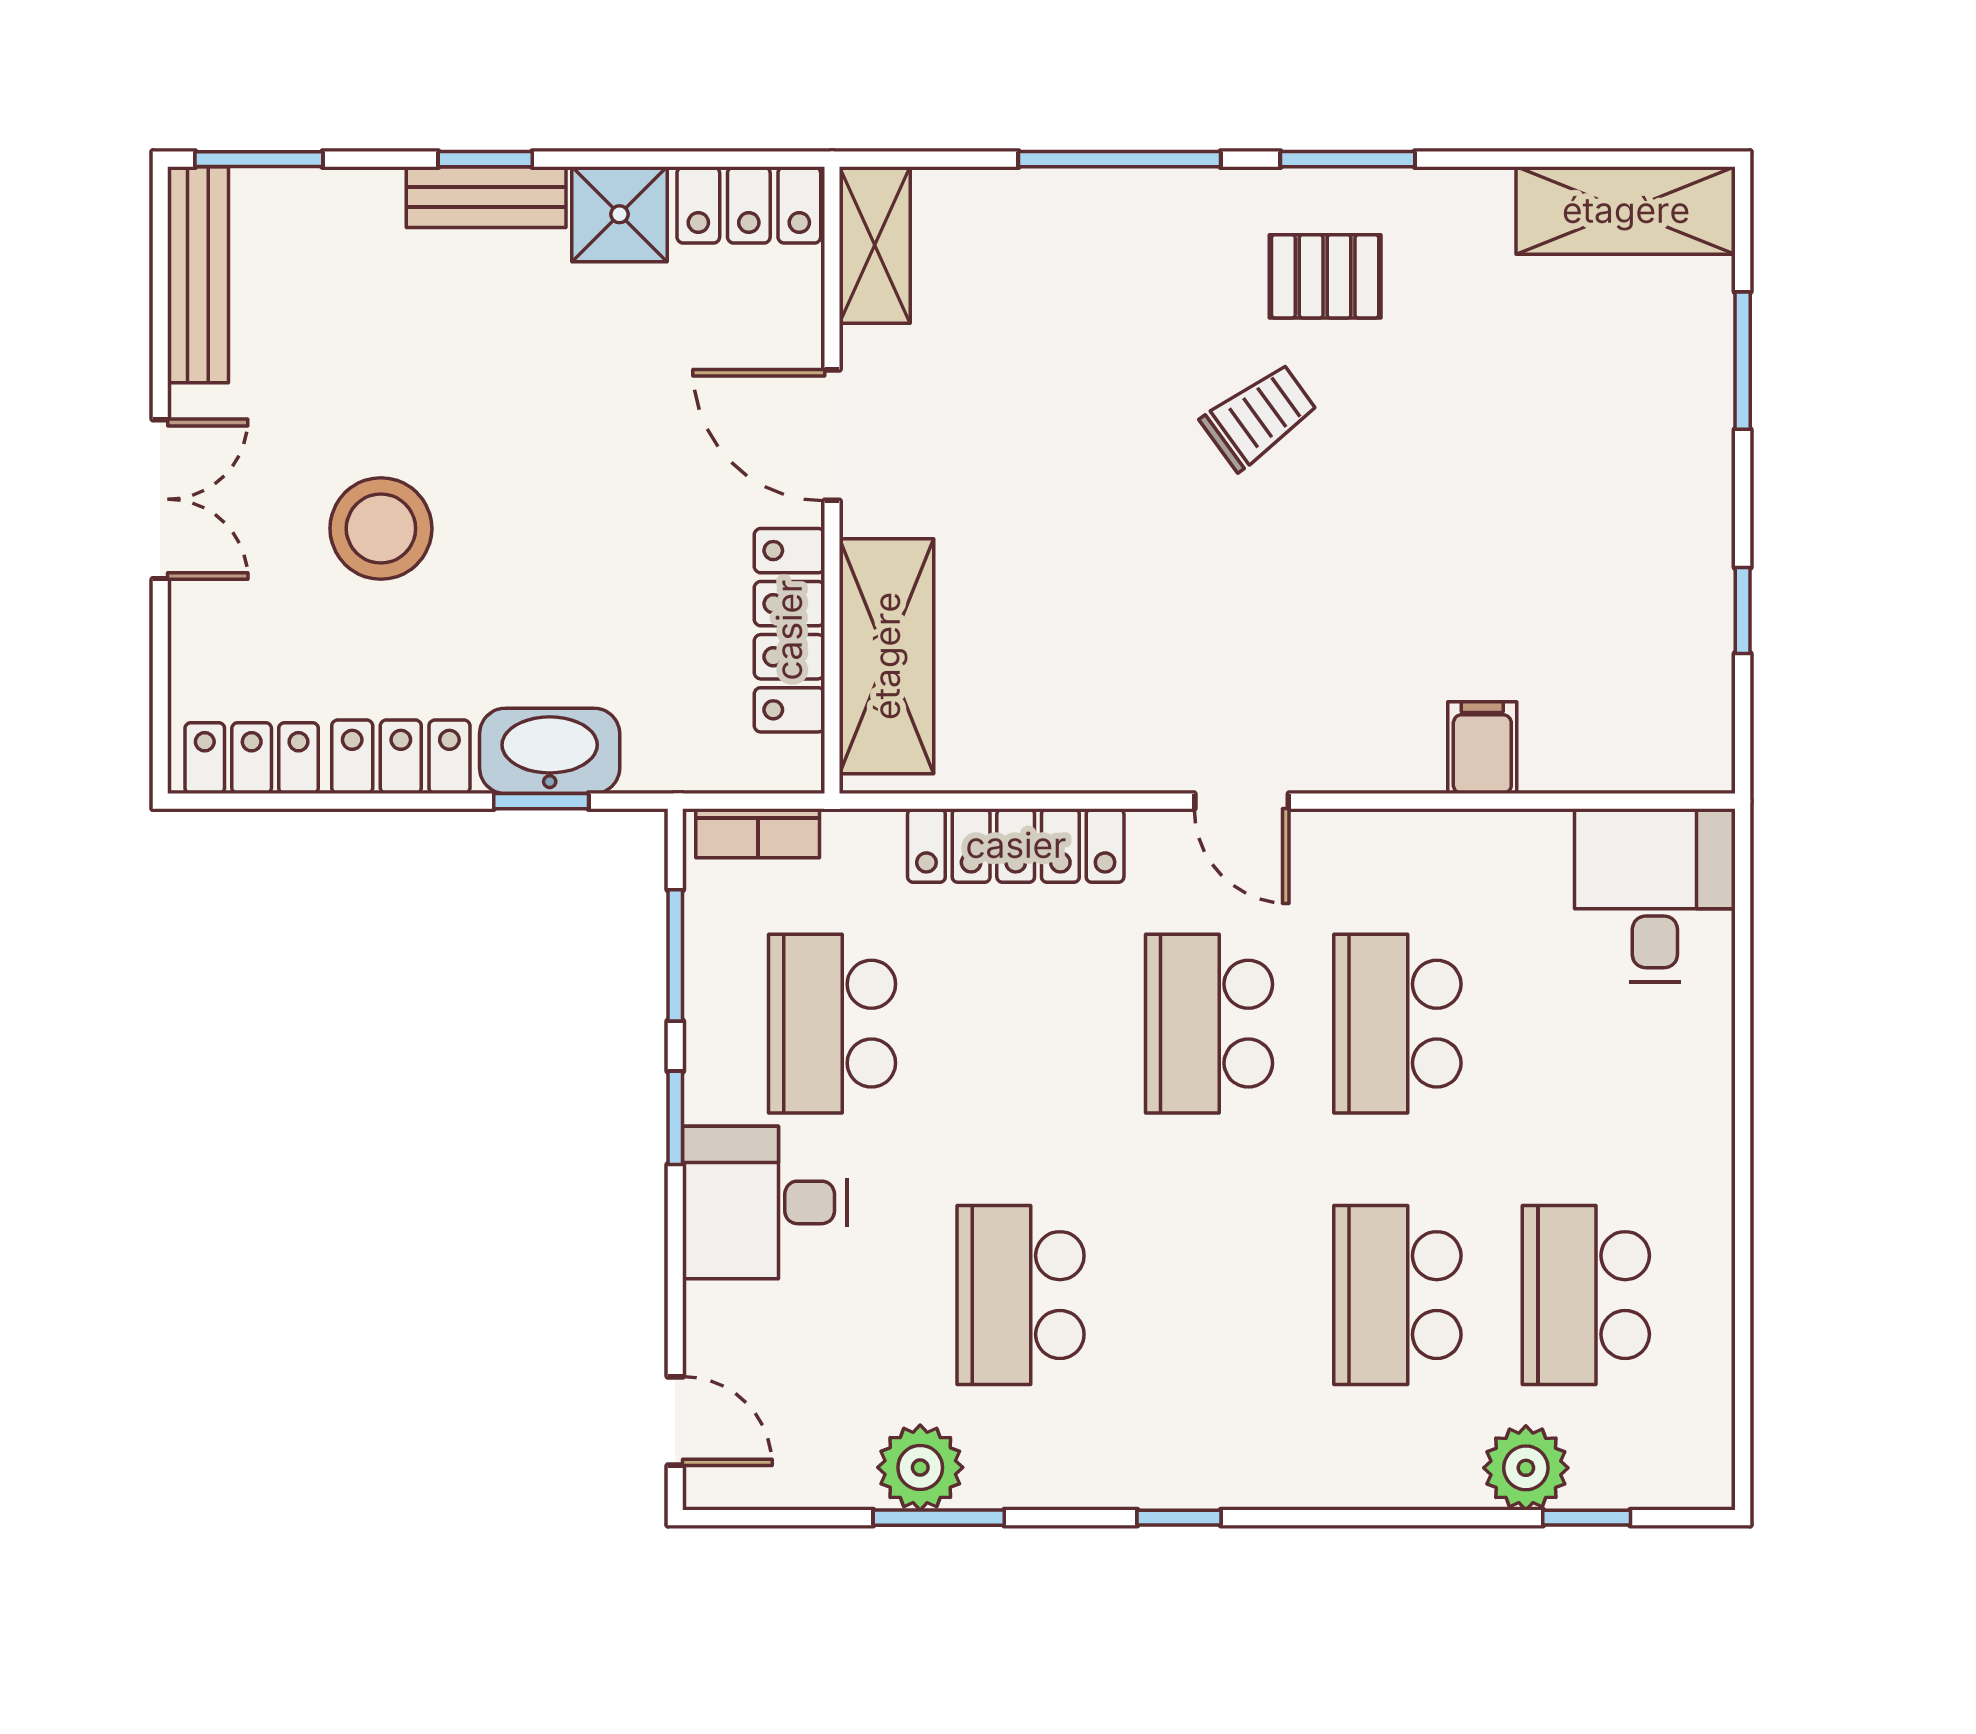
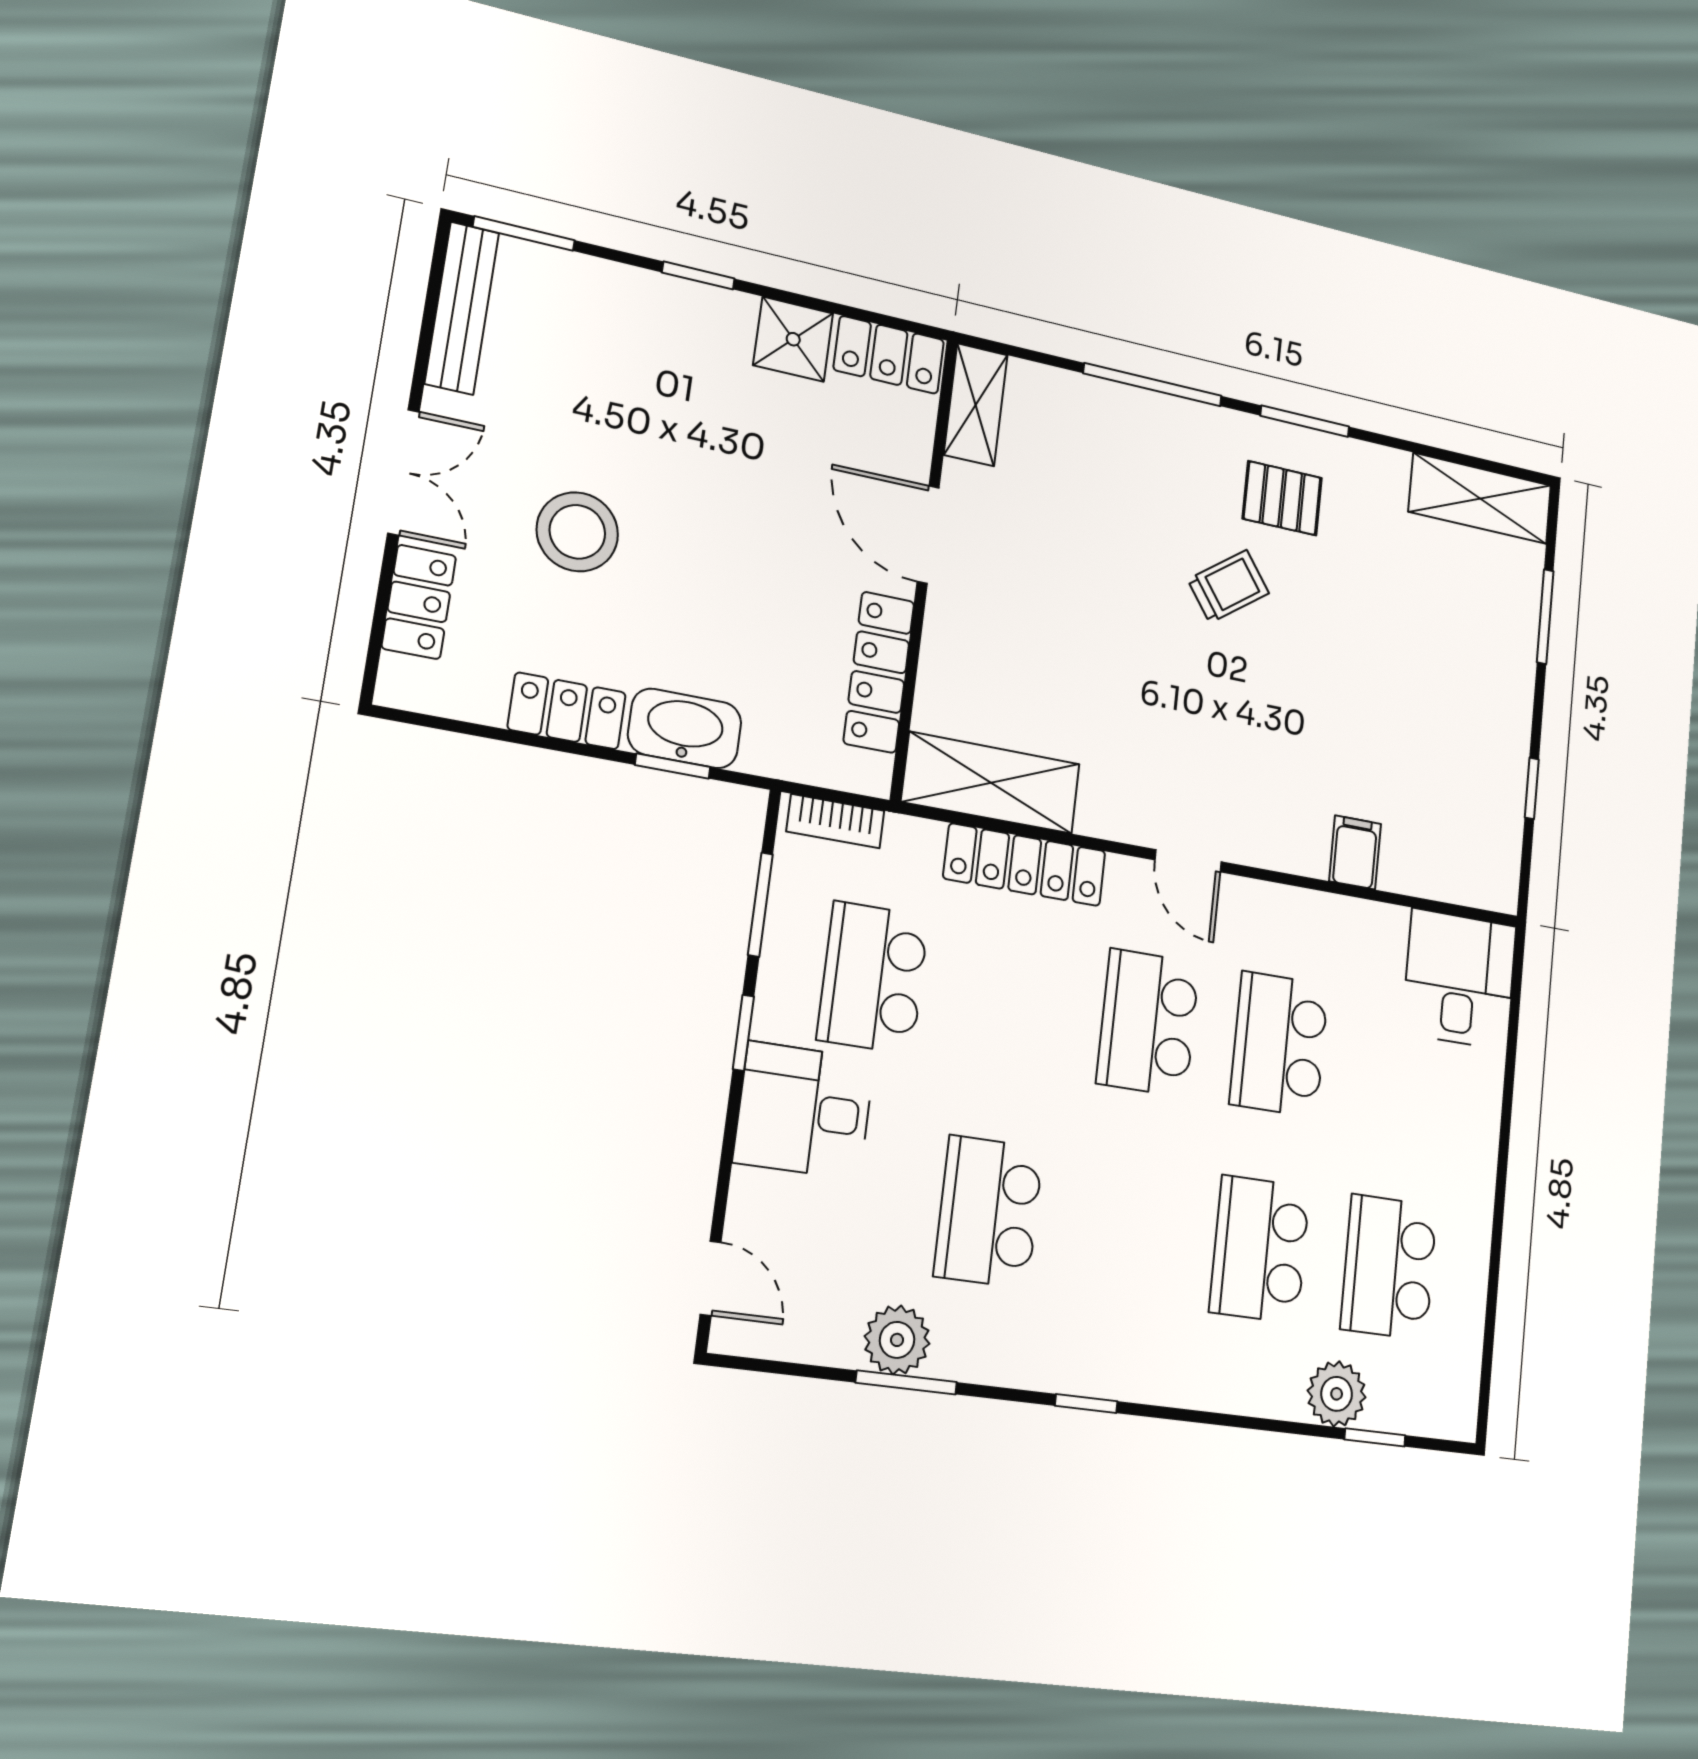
bench: (486, 197) -> (695, 303), removed
shelving: (887, 656) -> (991, 783), moved, turned 90
locker: (252, 758) -> (419, 602), moved, turned 90

